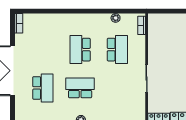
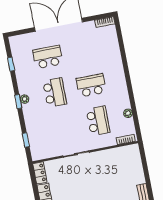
school desk: (117, 50) -> (98, 121), turned -90
school desk: (43, 88) -> (48, 57), turned 180

